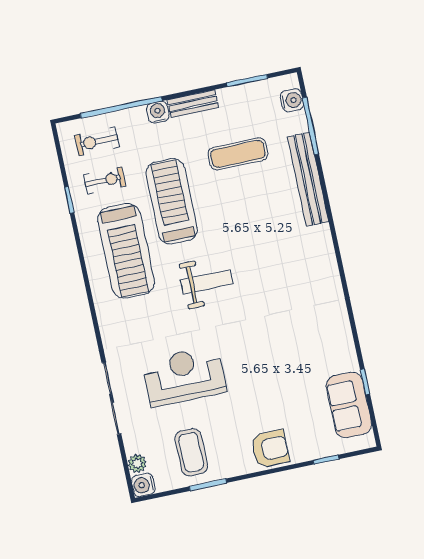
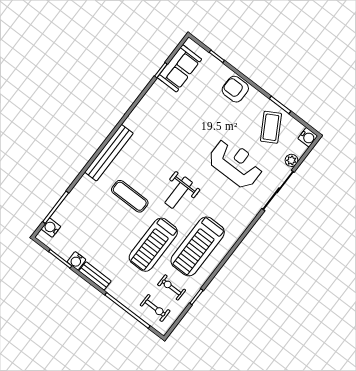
water cooler: (158, 112) -> (76, 261), moved
exercise mat: (238, 154) -> (130, 196), moved
bench: (308, 179) -> (109, 153), moved
treadmill: (126, 251) -> (198, 246), turned 180
weight bench: (207, 282) -> (179, 193), turned -90
reception desk: (184, 376) -> (236, 163), turned 180
coffee table: (191, 452) -> (271, 127), turned -30
plant: (137, 464) -> (291, 160), moved

